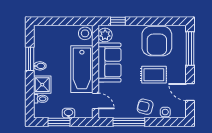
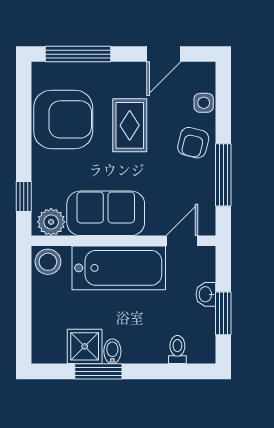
shower: (42, 85) -> (85, 346), moved

